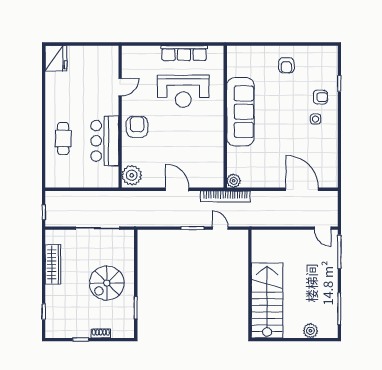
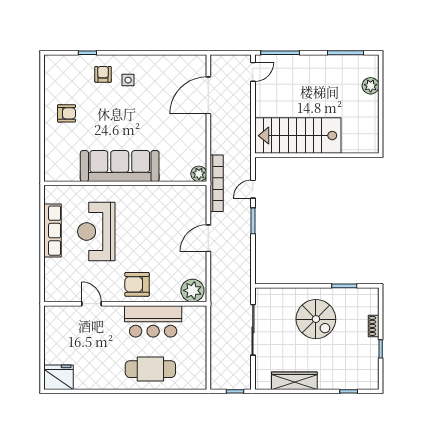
reception desk: (183, 91) -> (96, 232), turned 180
cafe table: (63, 139) -> (150, 369), width x1.37, depth x1.35
stairs: (267, 300) -> (298, 136), moved

